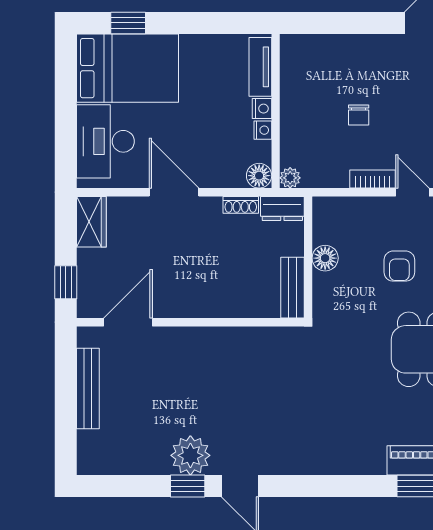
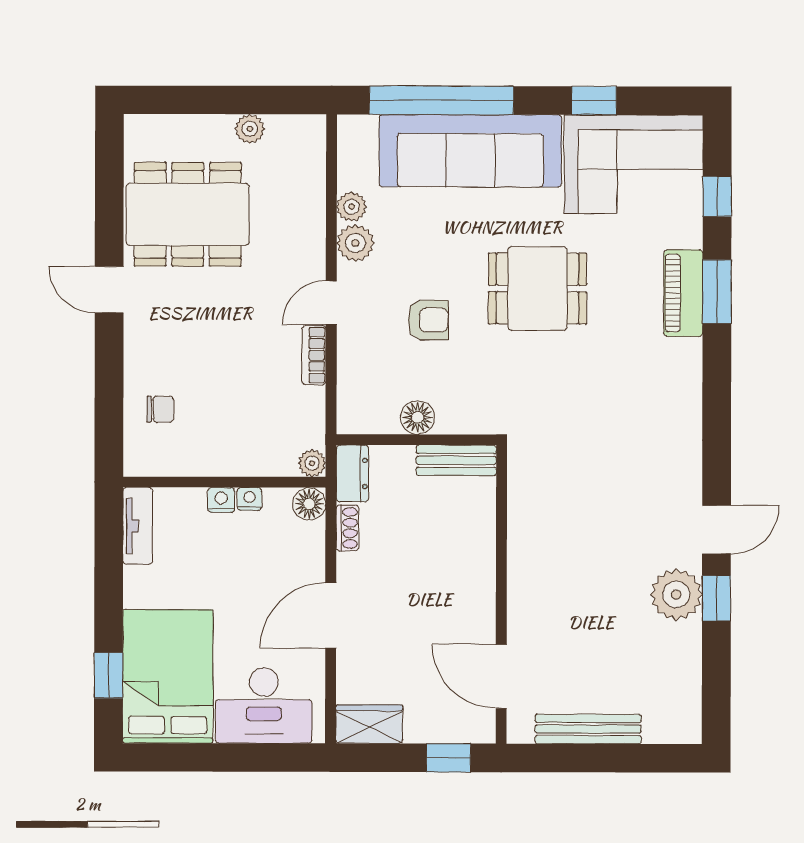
tv unit: (260, 67) -> (138, 526), moved, turned -90
chair: (359, 115) -> (160, 409), moved

